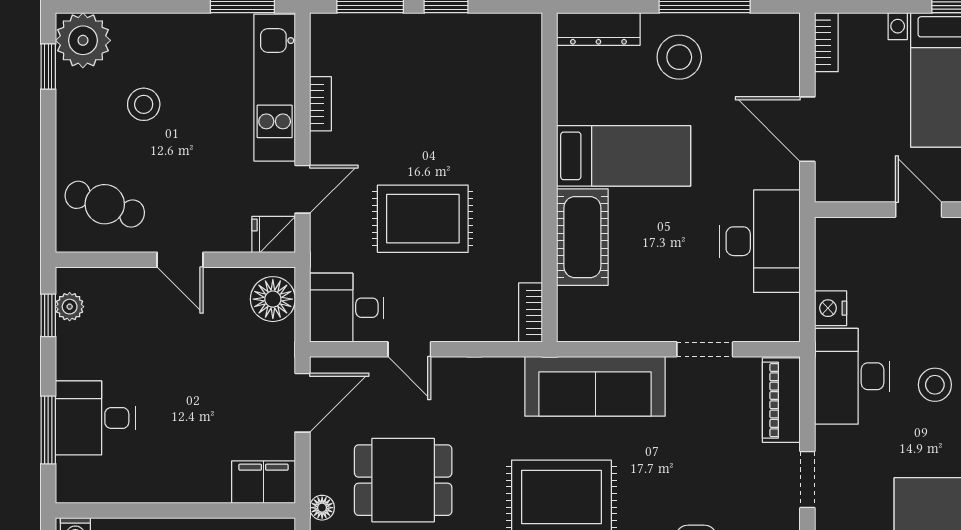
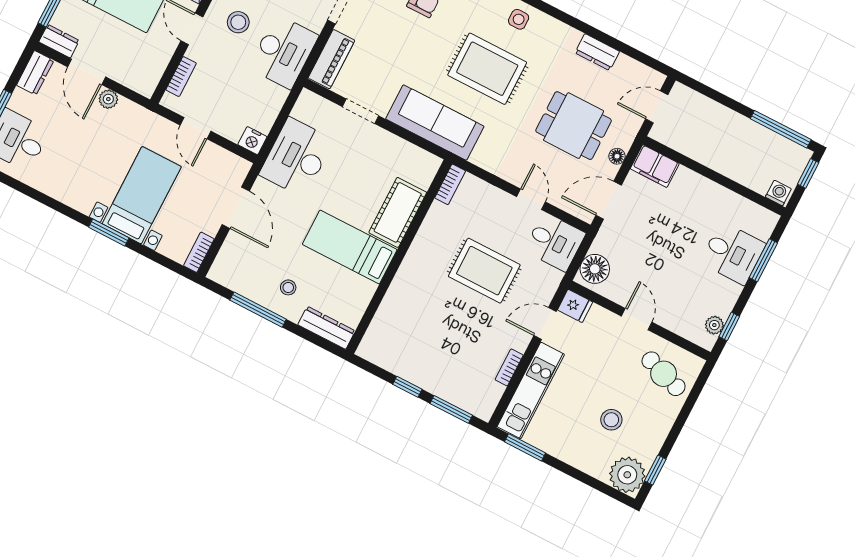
stool: (679, 57) -> (288, 287), width x0.53, depth x0.53
nightstand: (831, 308) -> (252, 141), moved, turned 90
floor lamp: (322, 508) -> (617, 156), moved

